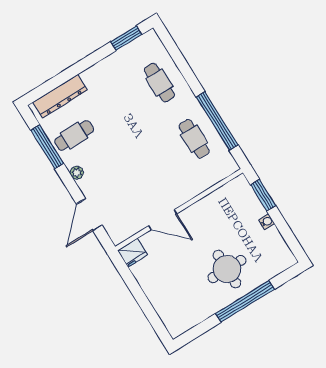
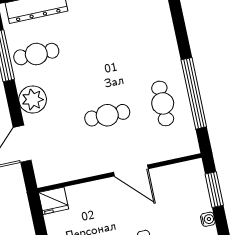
cafe table: (159, 83) -> (107, 115), moved, turned 90
plant: (77, 173) -> (33, 99), width x1.88, depth x1.88
door: (163, 220) -> (131, 170), moved

